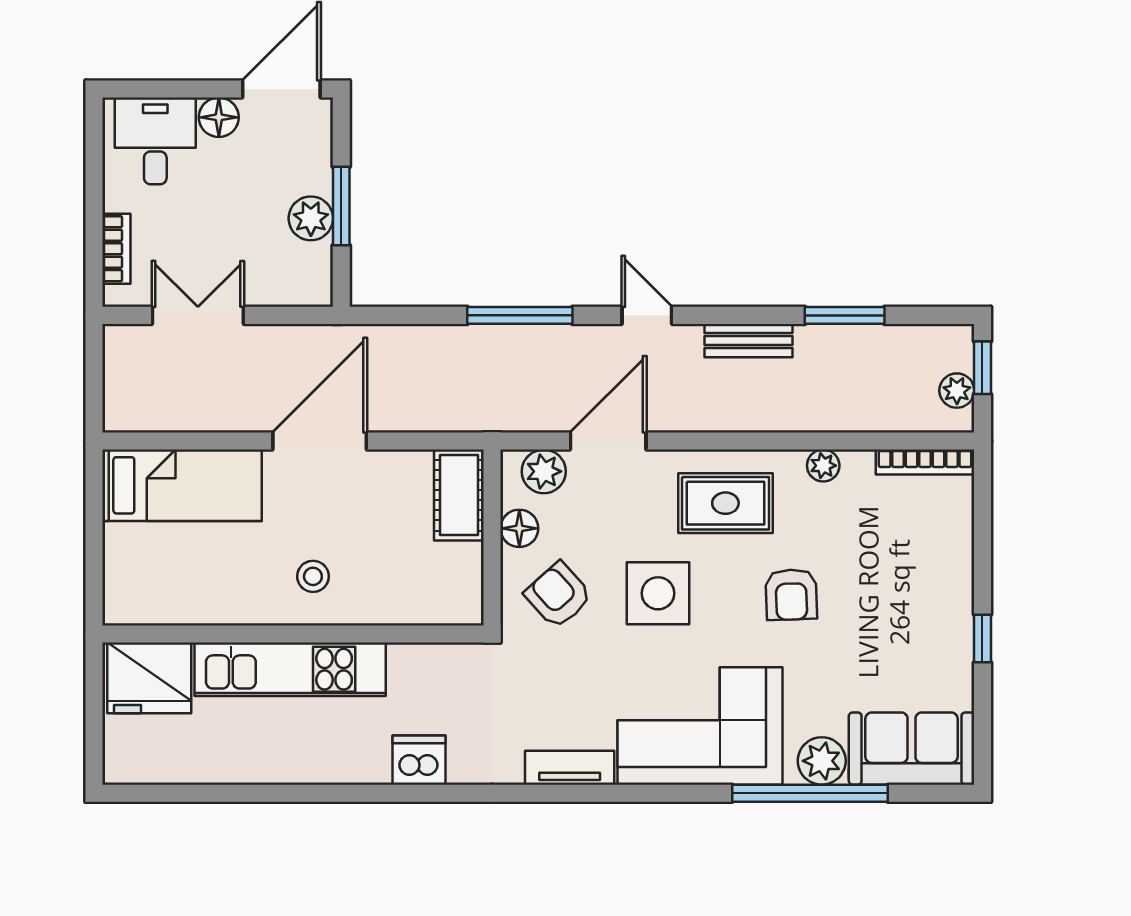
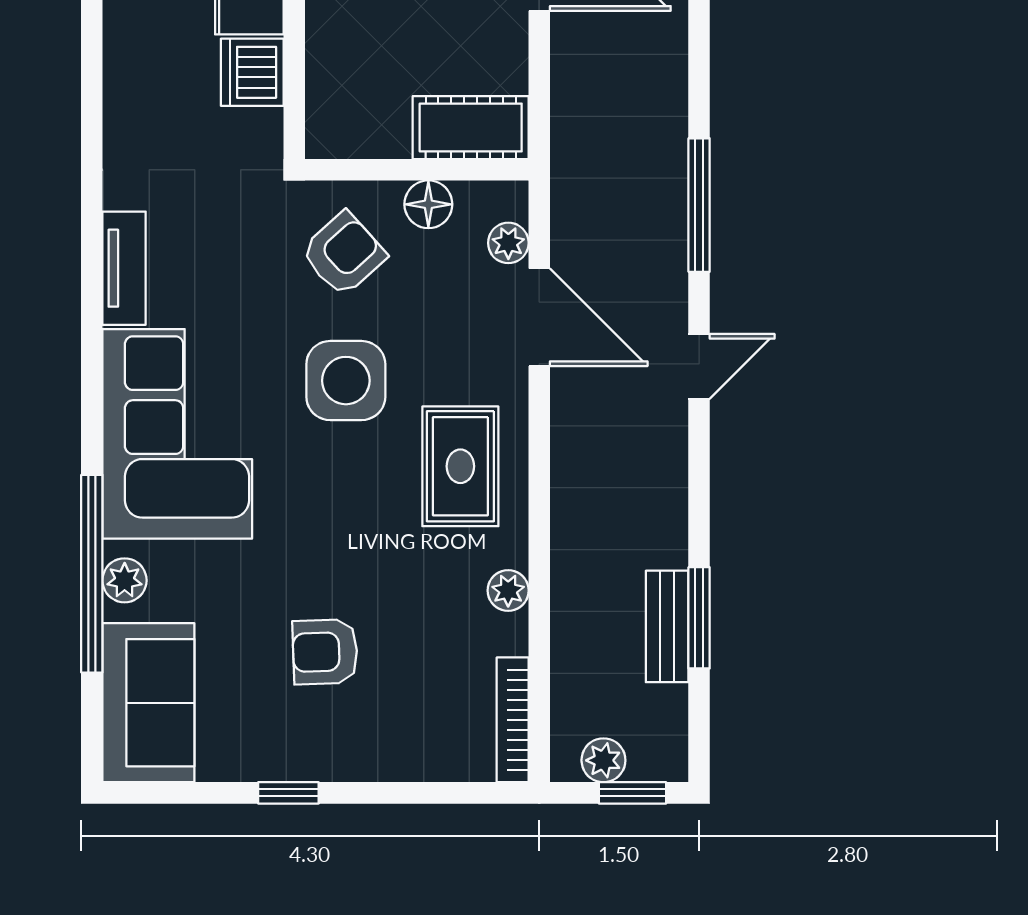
bench: (749, 341) -> (667, 626), moved
plant: (544, 471) -> (508, 243), width x0.73, depth x0.73
armchair: (791, 595) -> (325, 652), moved
dishwasher: (419, 760) -> (252, 72), moved, turned 180
plant: (822, 761) -> (125, 580), width x0.73, depth x0.73

